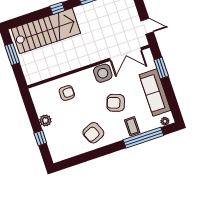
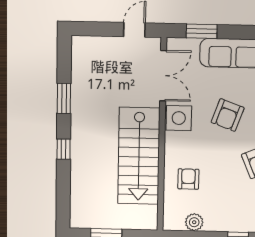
stairs: (46, 31) -> (139, 156), moved, turned 180
plant: (45, 120) -> (194, 222), moved

